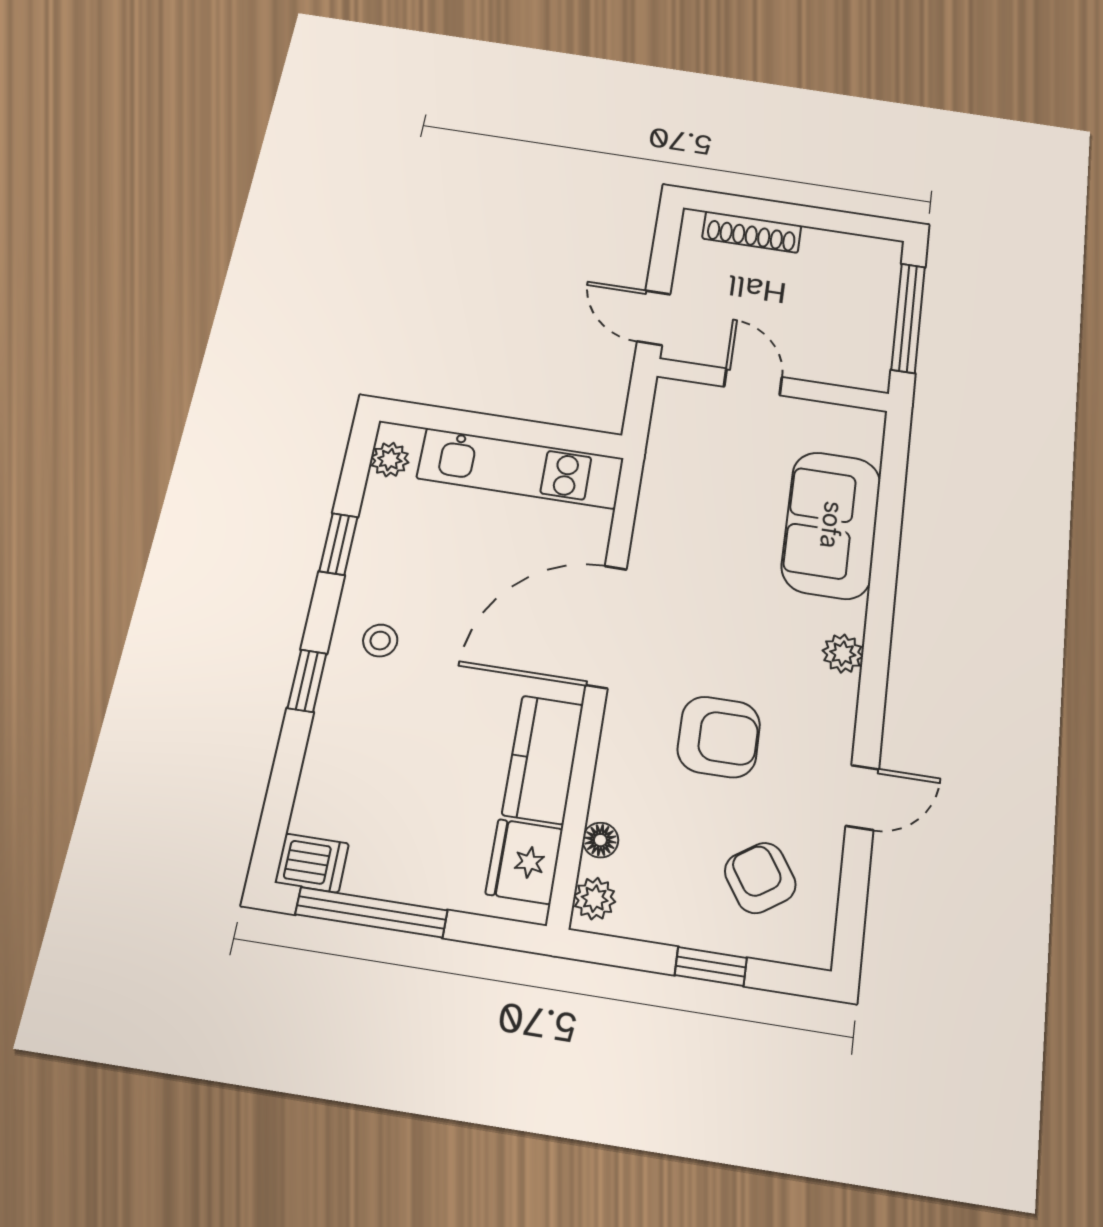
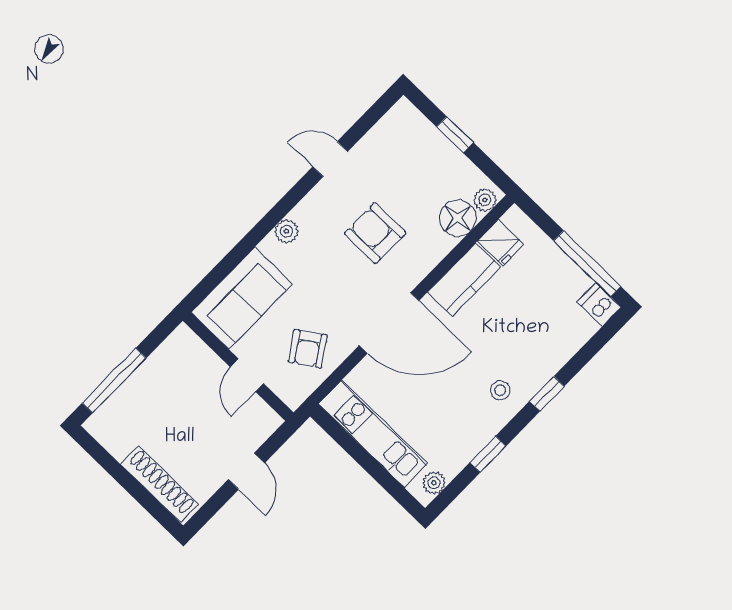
shoe rack: (752, 232) -> (159, 484), width x1.36, depth x1.24
door: (753, 382) -> (247, 375), moved
wall: (773, 385) -> (238, 367), moved
floor lamp: (600, 840) -> (458, 218), width x1.89, depth x1.89
fridge: (524, 862) -> (501, 243), width x0.72
armchair: (760, 878) -> (308, 349), moved

